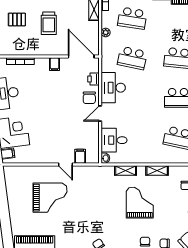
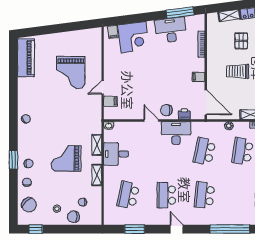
door: (81, 57) -> (206, 102), hinge flipped
desk: (114, 140) -> (116, 154), moved, turned -90
grand piano: (140, 203) -> (66, 158), turned 180

